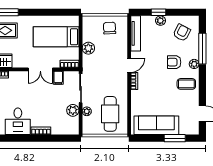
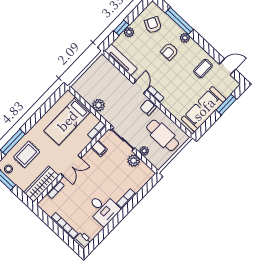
chair: (110, 28) -> (148, 107), moved
double door: (40, 69) -> (71, 166), moved
coffee table: (186, 84) -> (203, 68), moved

